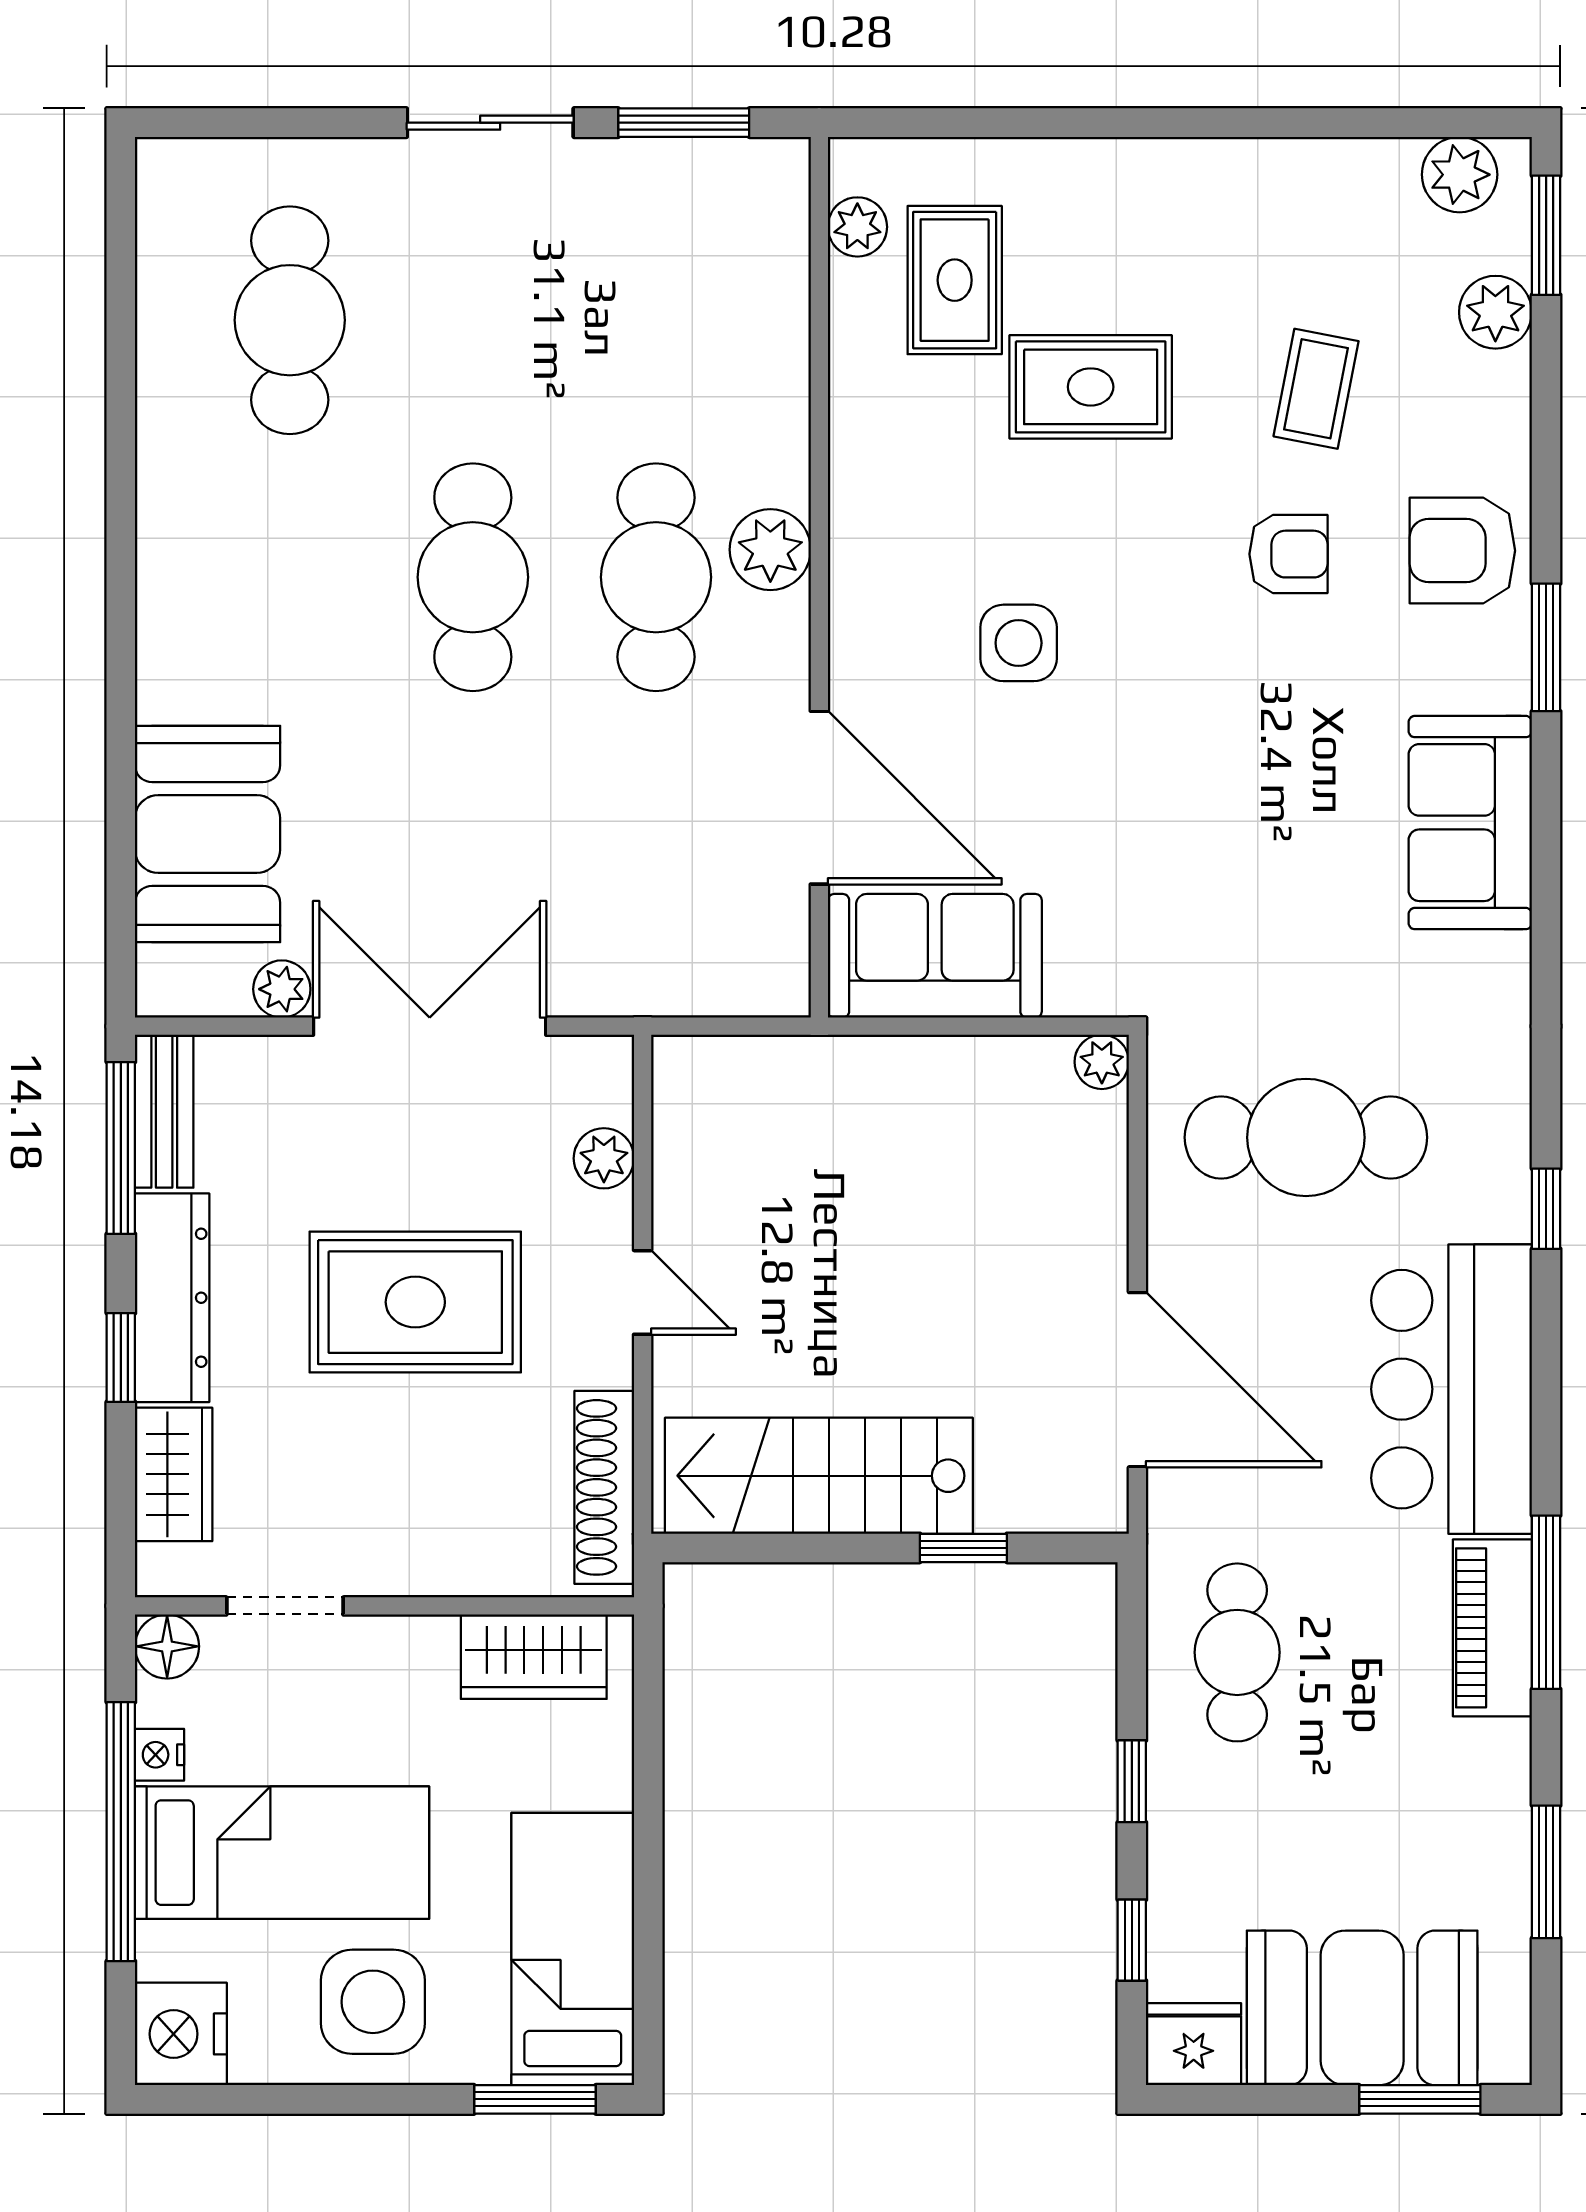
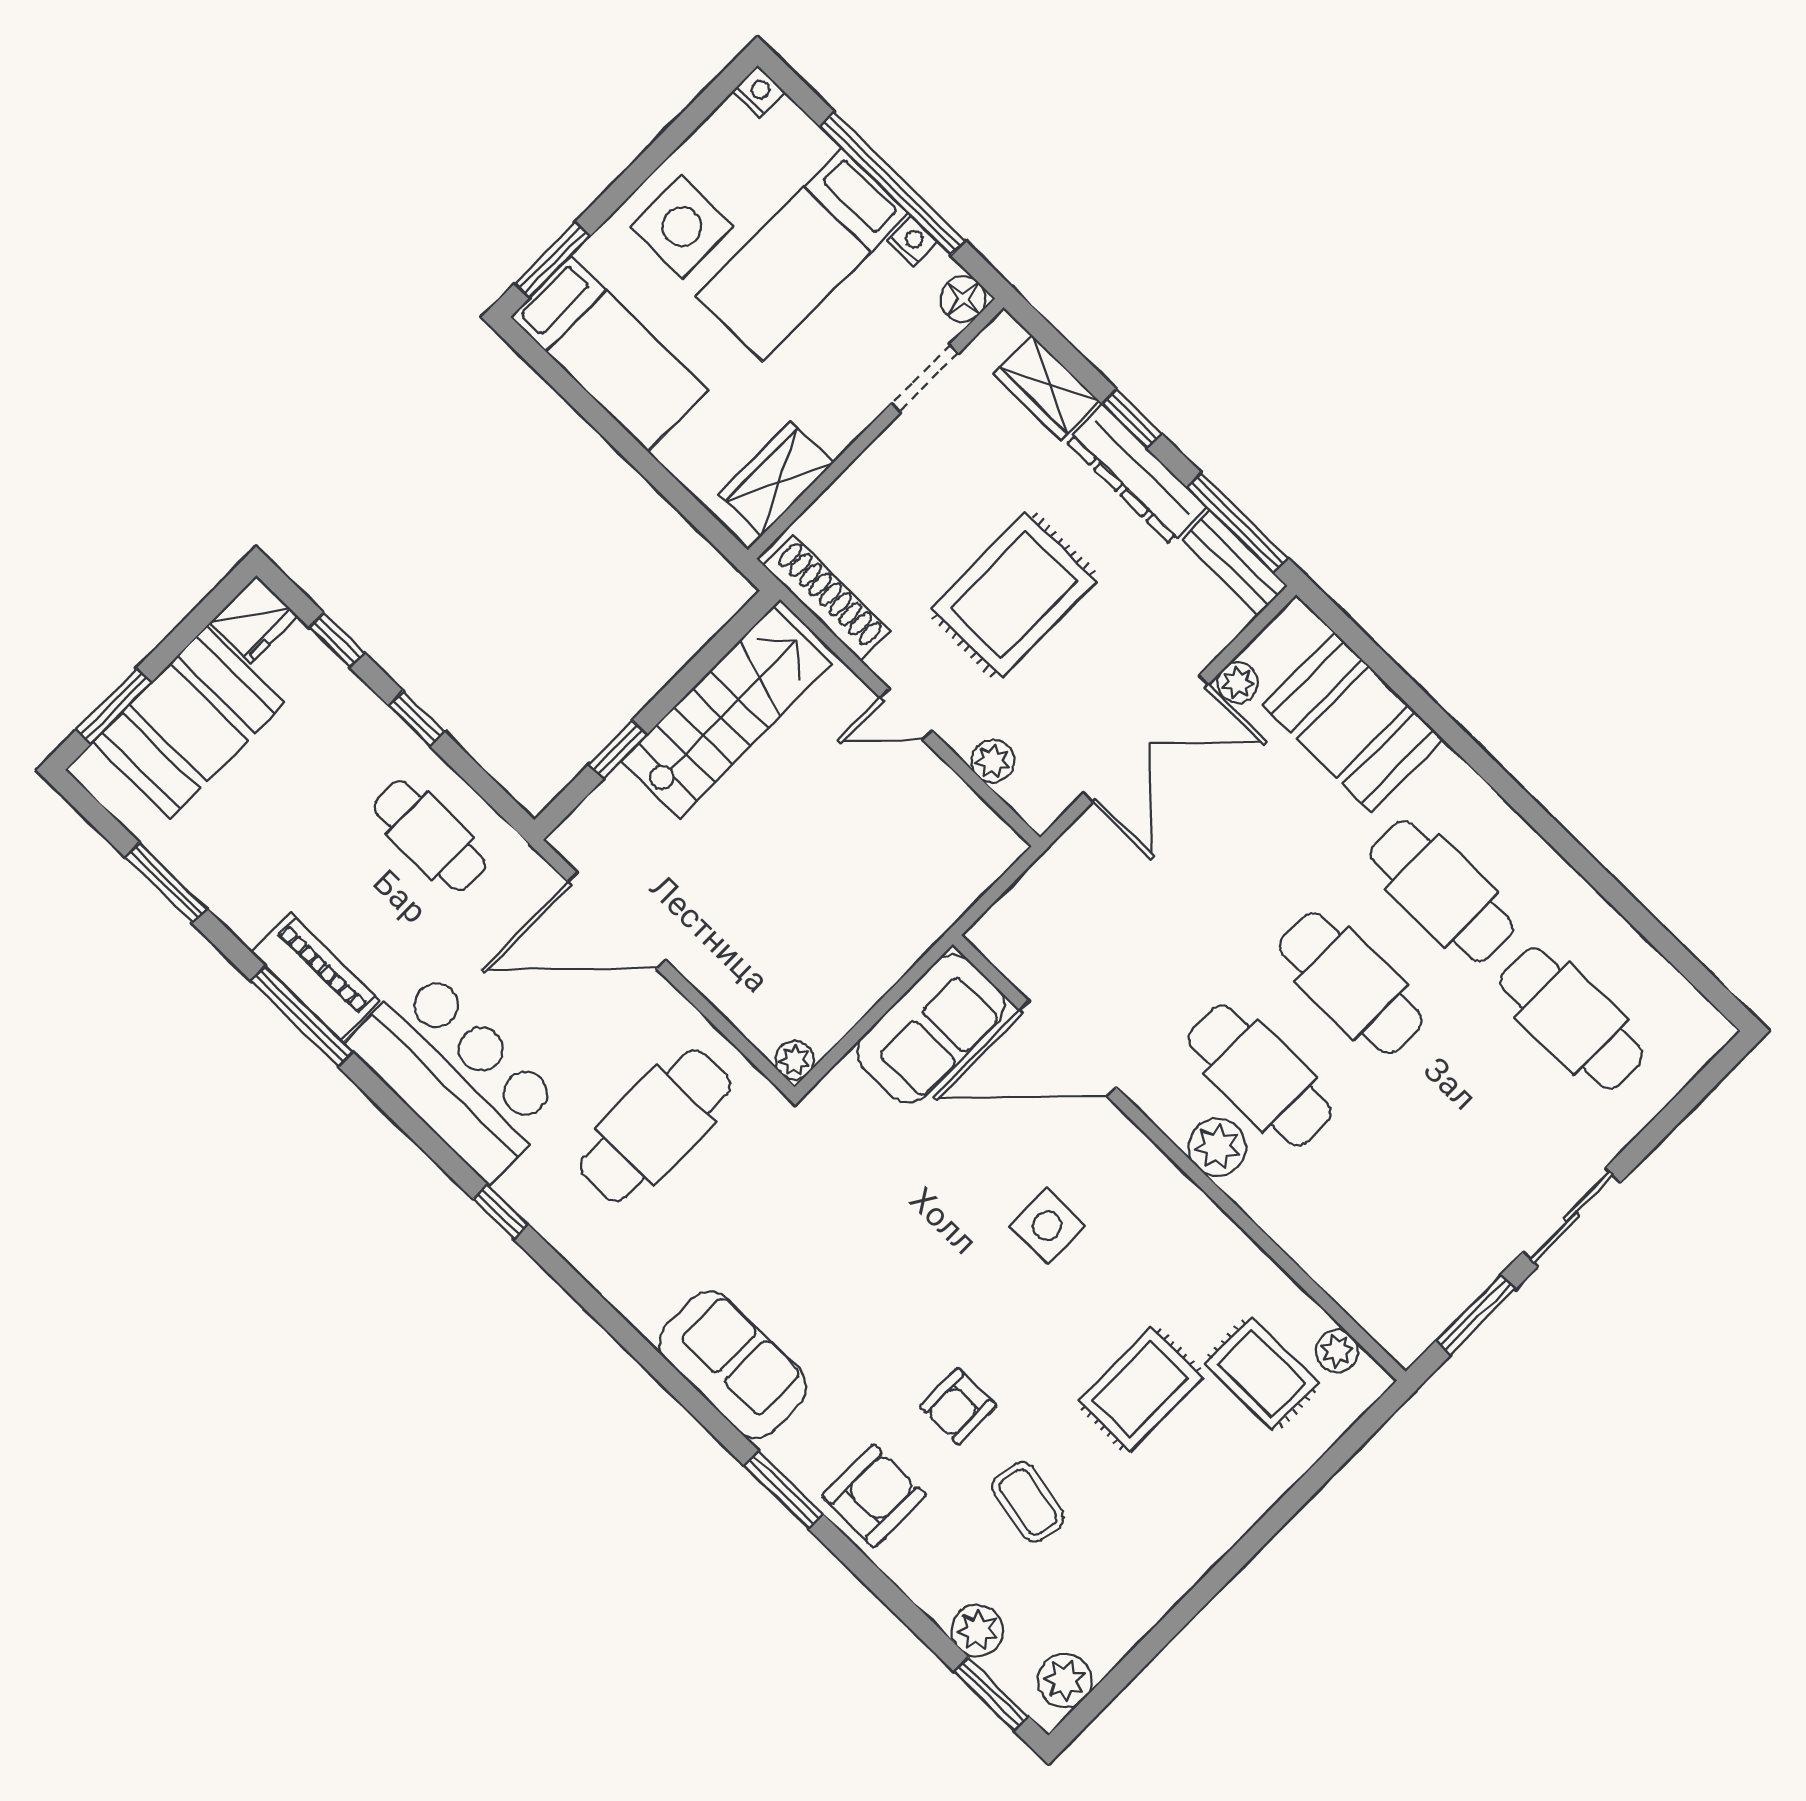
cafe table: (290, 577) -> (1442, 891), added
nightstand: (181, 2034) -> (759, 91), width x0.53, depth x0.56

